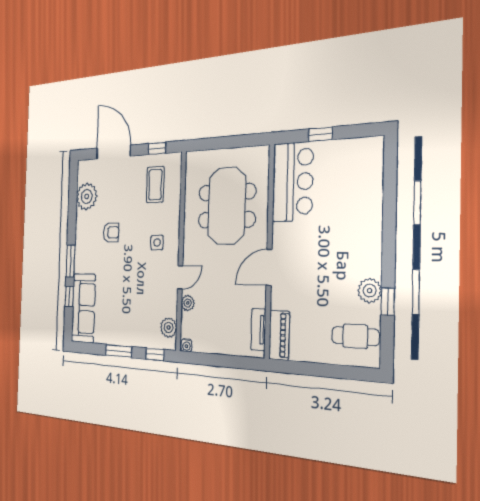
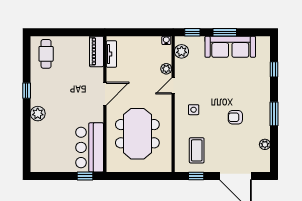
window: (320, 134) -> (85, 176), moved
plant: (87, 196) -> (265, 144), width x0.53, depth x0.53
window: (71, 261) -> (274, 114), moved
plant: (370, 291) -> (38, 114), moved
window: (388, 302) -> (27, 91), moved
sofa: (83, 308) -> (230, 47), moved, turned -90
cafe table: (355, 336) -> (46, 54), turned 90

